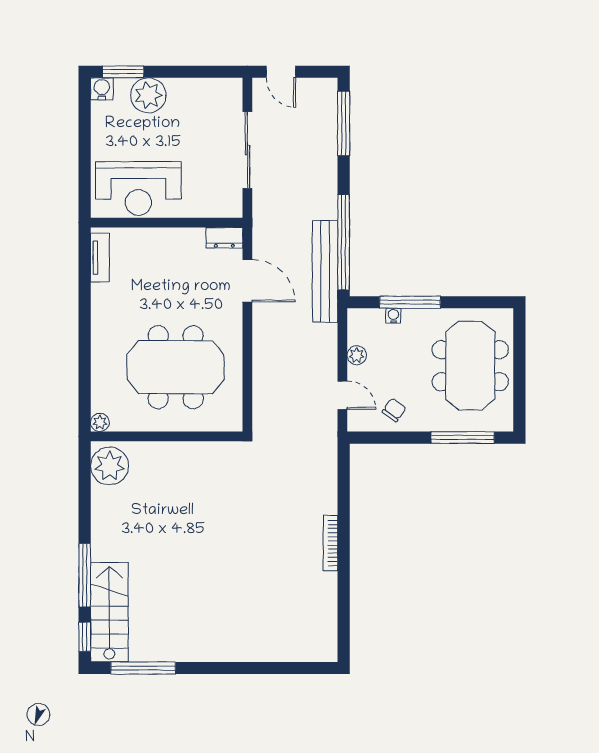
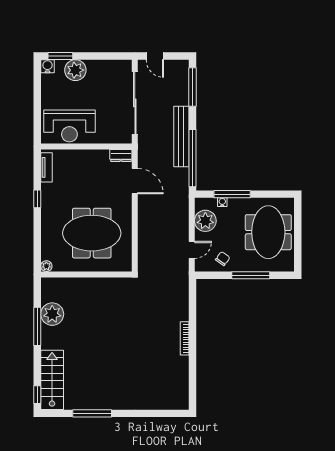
sliding door: (247, 150) -> (135, 103), width x1.36
bench: (325, 271) -> (181, 137), moved
window: (85, 310) -> (37, 199), added
plant: (357, 355) -> (205, 221), width x1.88, depth x1.88
door: (342, 395) -> (192, 250), hinge flipped
window: (463, 438) -> (251, 275), moved
plant: (110, 466) -> (52, 314), moved
window: (85, 575) -> (37, 326), moved
window: (143, 668) -> (92, 413), moved

